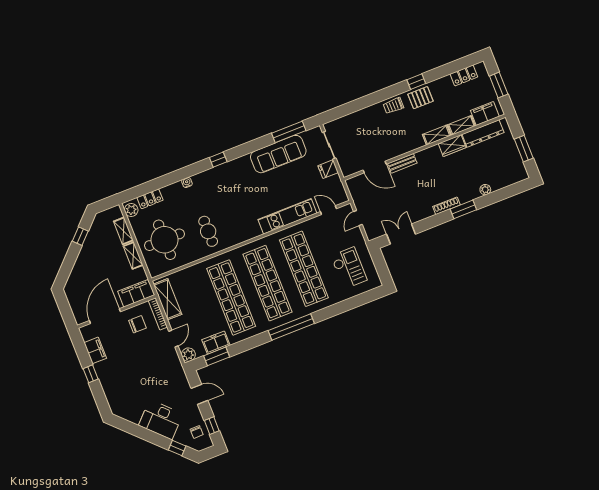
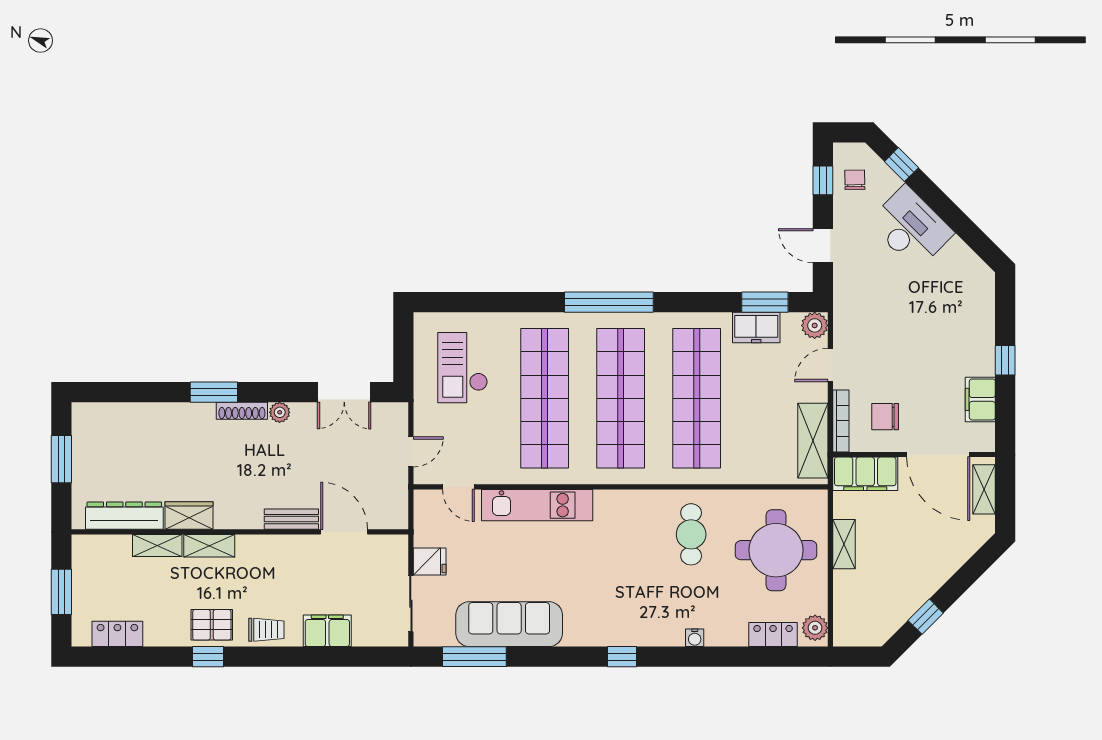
filing cabinet: (485, 113) -> (327, 631), moved, turned 180
plant: (485, 190) -> (280, 412), moved
shelving: (123, 231) -> (984, 489), moved
door: (105, 316) -> (938, 455), hinge flipped

